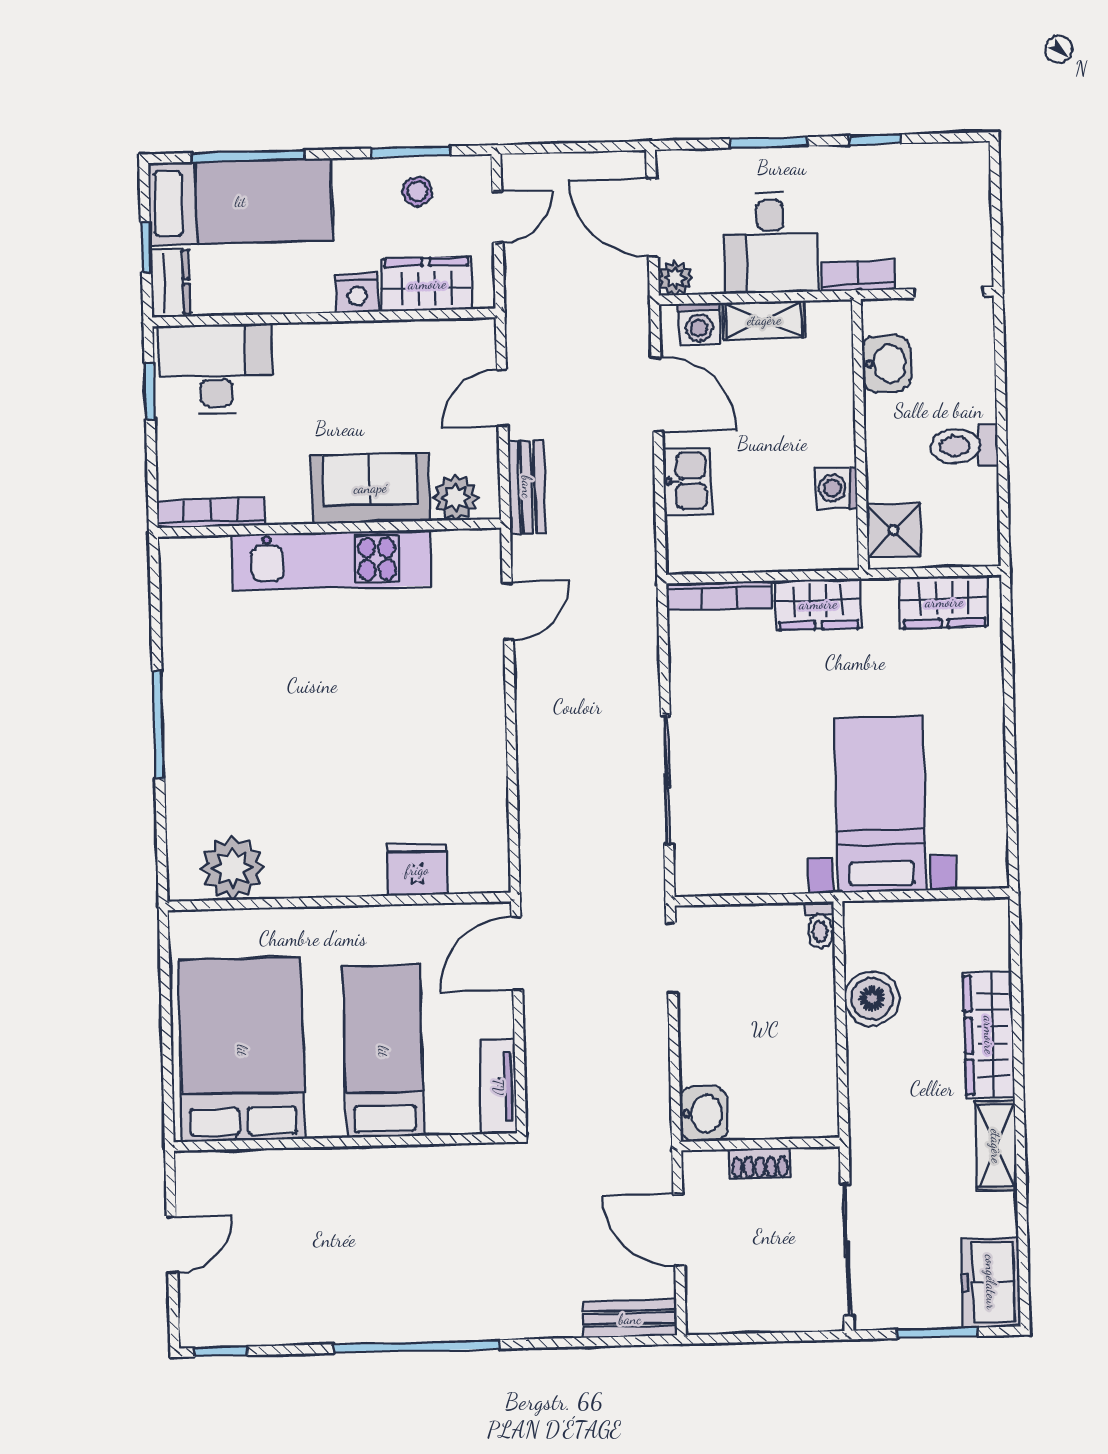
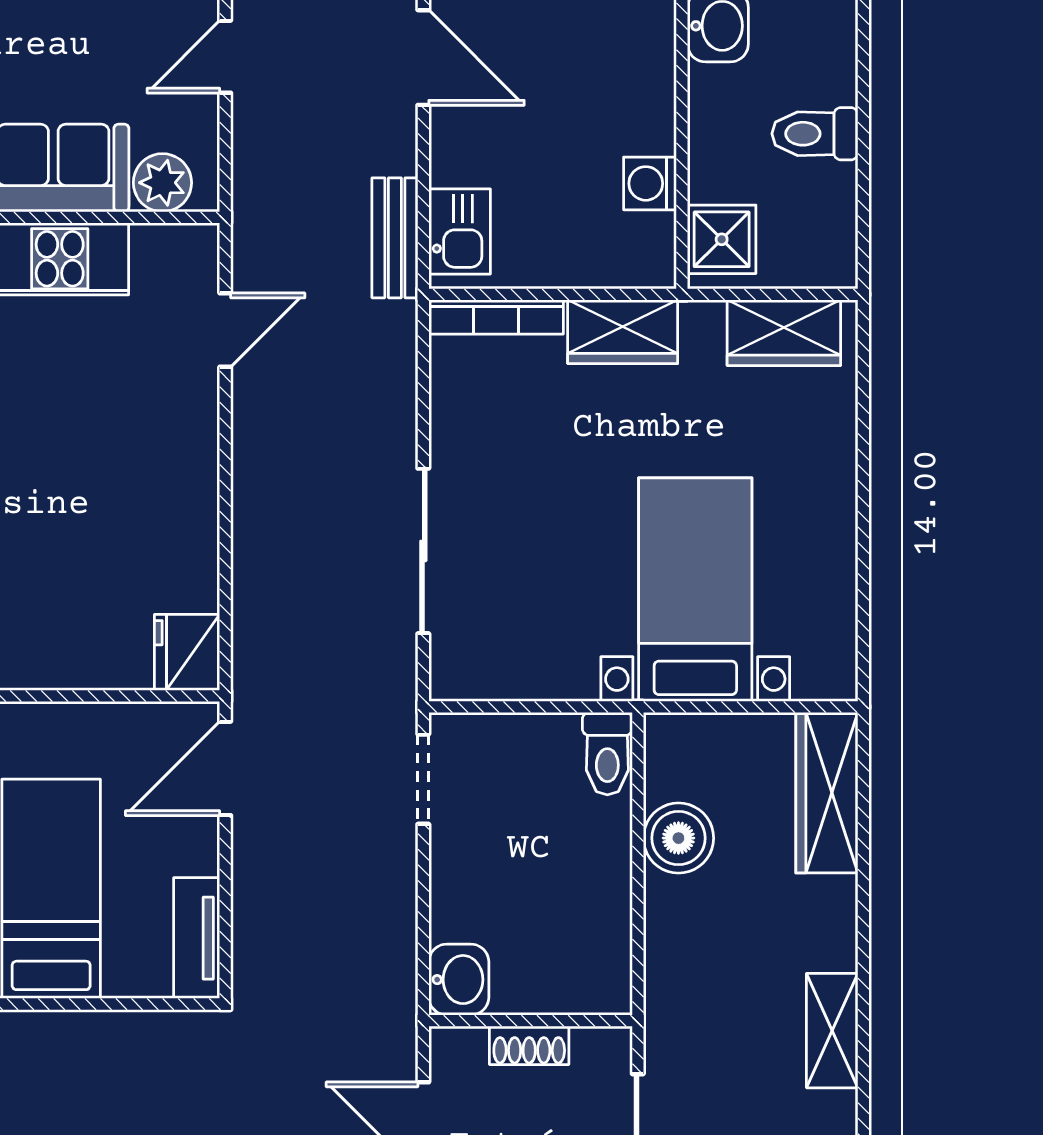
kitchen sink: (688, 481) -> (460, 232), moved
bench: (527, 487) -> (395, 238), moved
fridge: (417, 870) -> (187, 652), moved, turned -90
toilet: (820, 925) -> (607, 754), width x1.37, depth x1.39
wardrobe: (989, 1035) -> (827, 793), moved

